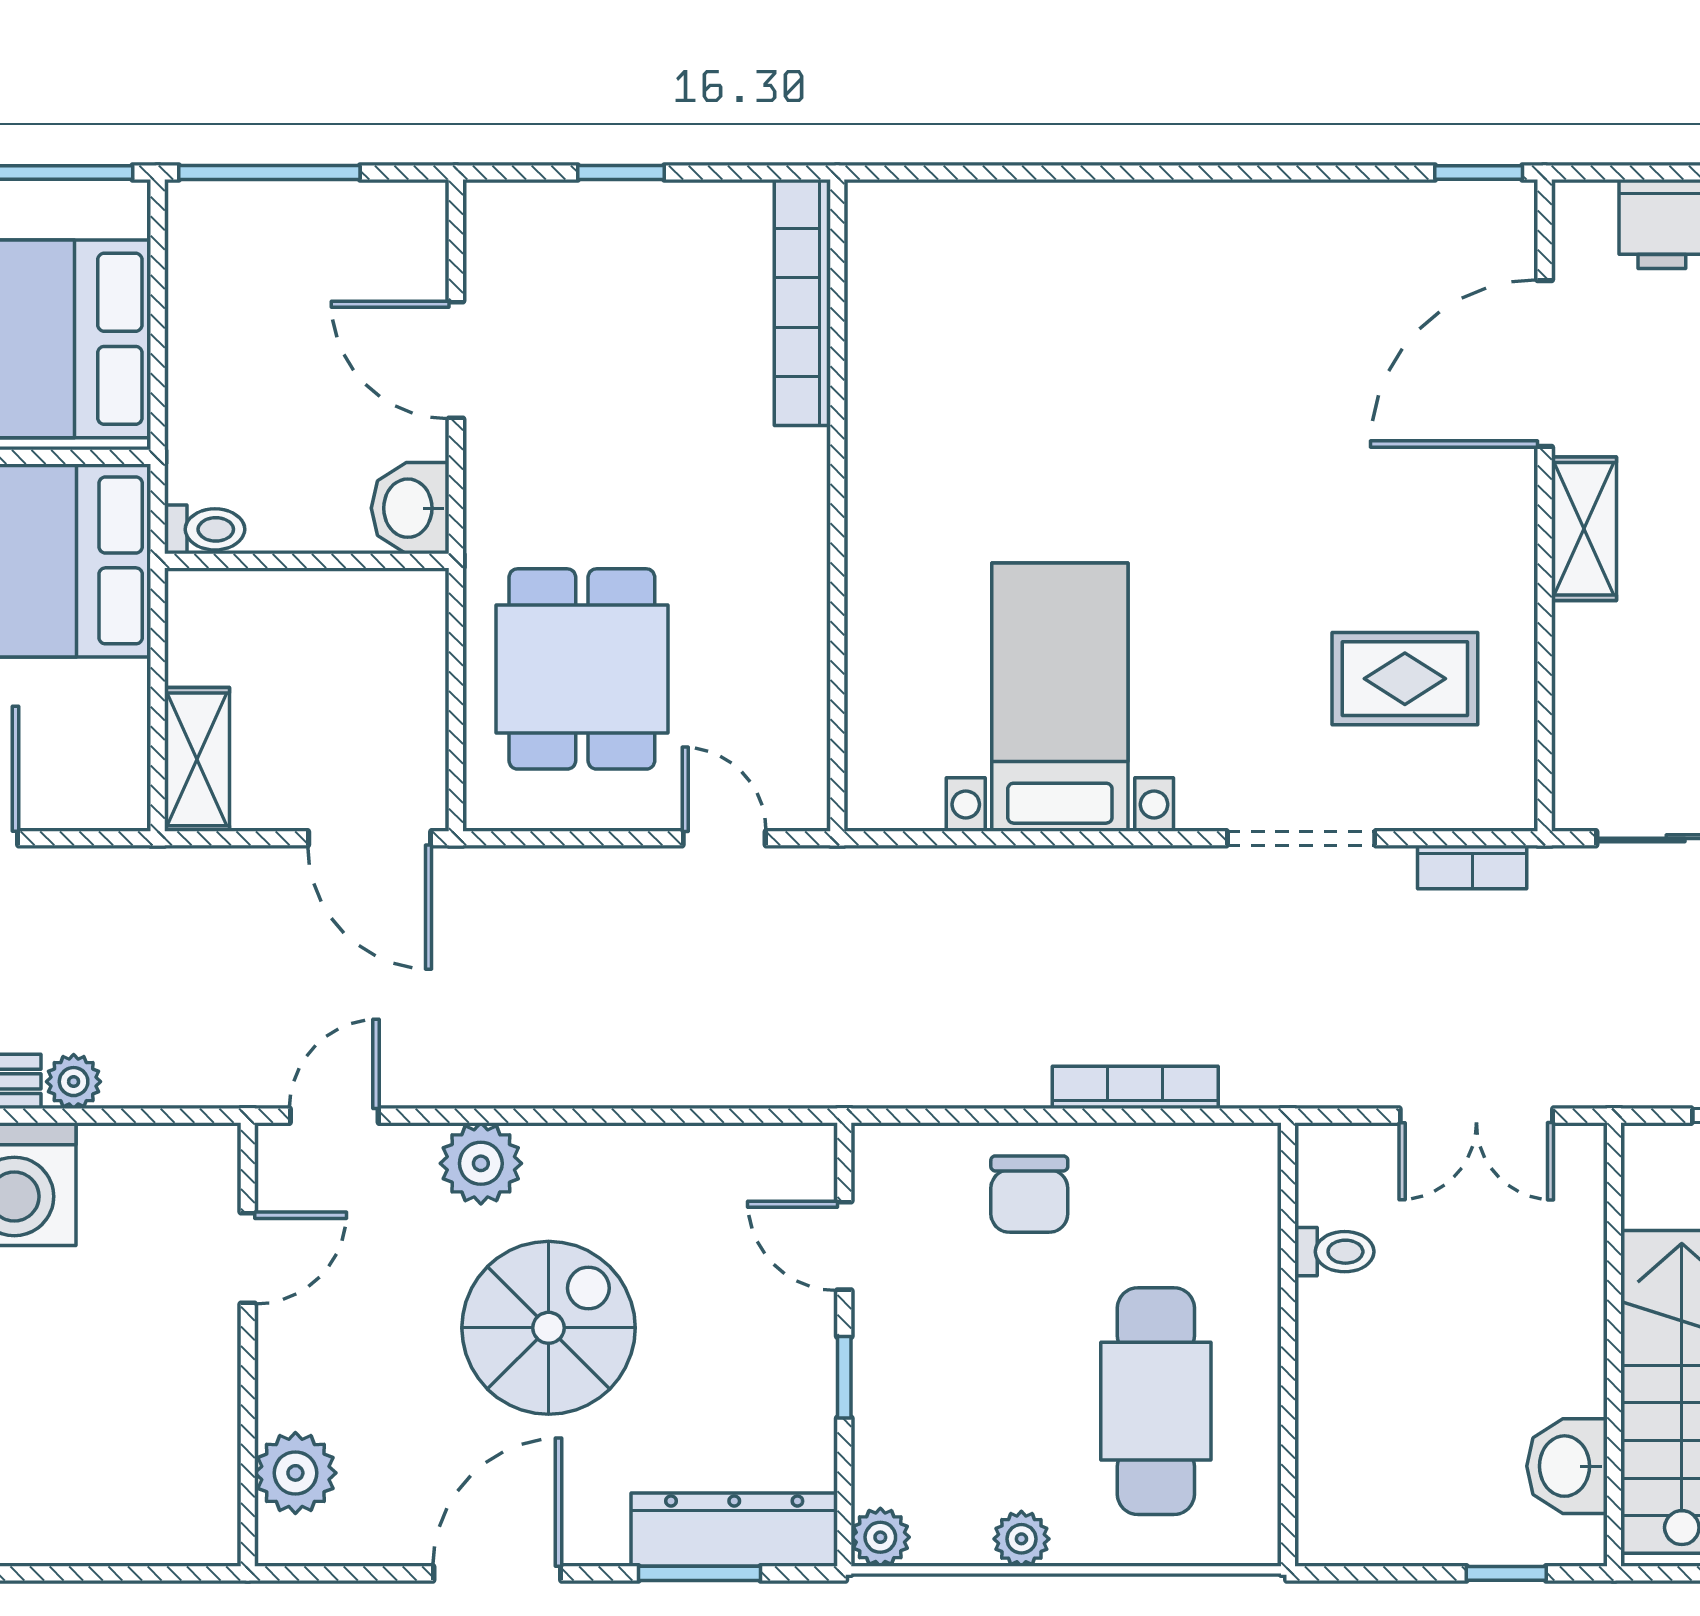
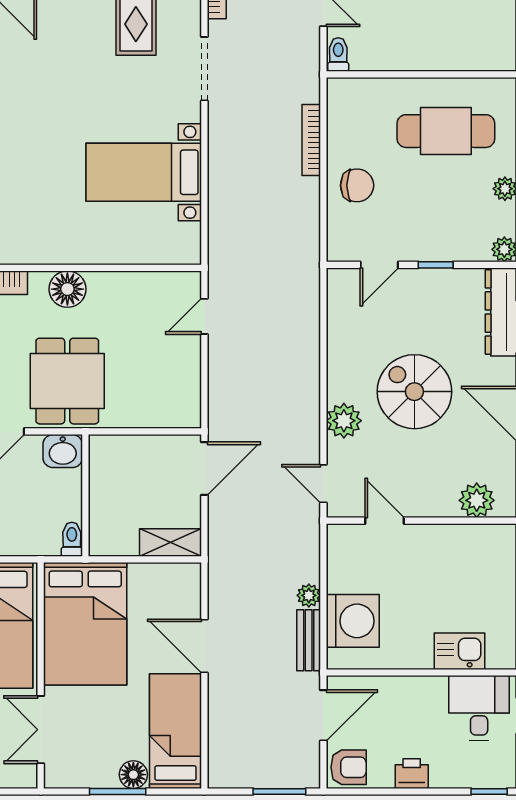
floor lamp: (788, 519) -> (67, 289), added
dining table: (582, 669) -> (67, 381), moved, turned 90
toilet: (1334, 1252) -> (338, 54), moved

